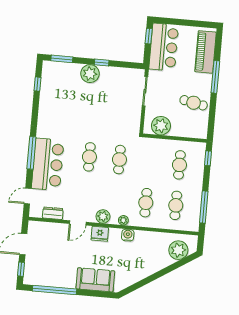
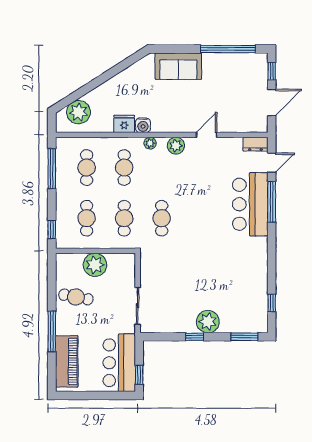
plant: (161, 126) -> (95, 265), moved
window: (31, 153) -> (272, 202), moved
cafe table: (89, 157) -> (124, 218), moved
dresser: (53, 213) -> (255, 144), moved
fridge: (100, 234) -> (124, 124), moved

